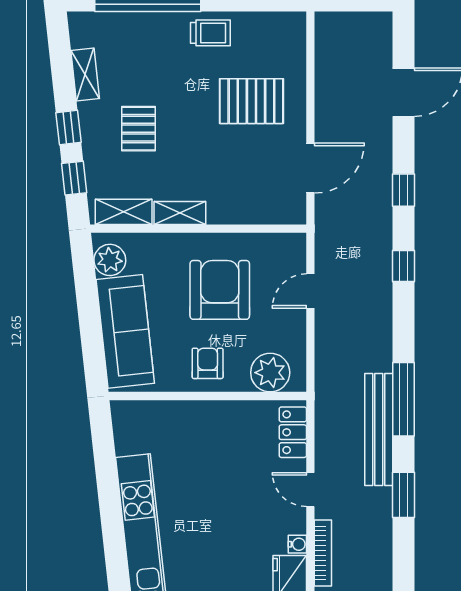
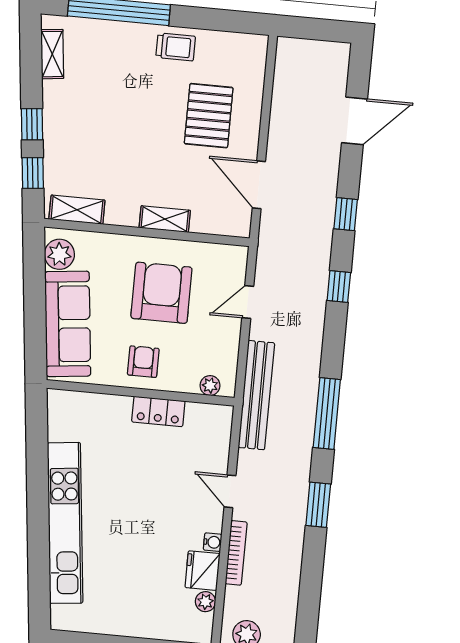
shelving: (85, 74) -> (52, 54), moved
pallet: (251, 101) -> (209, 116), turned 90
pallet: (138, 129) -> (99, 132), removed
door: (310, 168) -> (259, 185), swing flipped
shelving: (180, 213) -> (165, 219), moved
plant: (270, 373) -> (210, 386), width x0.53, depth x0.53
bench: (379, 430) -> (256, 395), moved
locker: (293, 432) -> (158, 411), moved, turned -90

